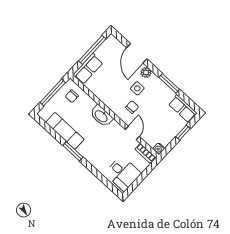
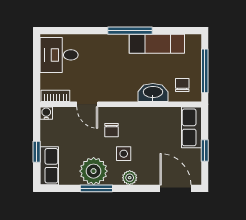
window: (92, 50) -> (205, 150), width x0.46
door: (137, 53) -> (175, 188), moved
plant: (162, 94) -> (94, 171), added
row of seats: (183, 109) -> (49, 166), moved, turned 90
washbasin: (101, 116) -> (153, 93), moved
window: (73, 151) -> (130, 31), width x1.44

